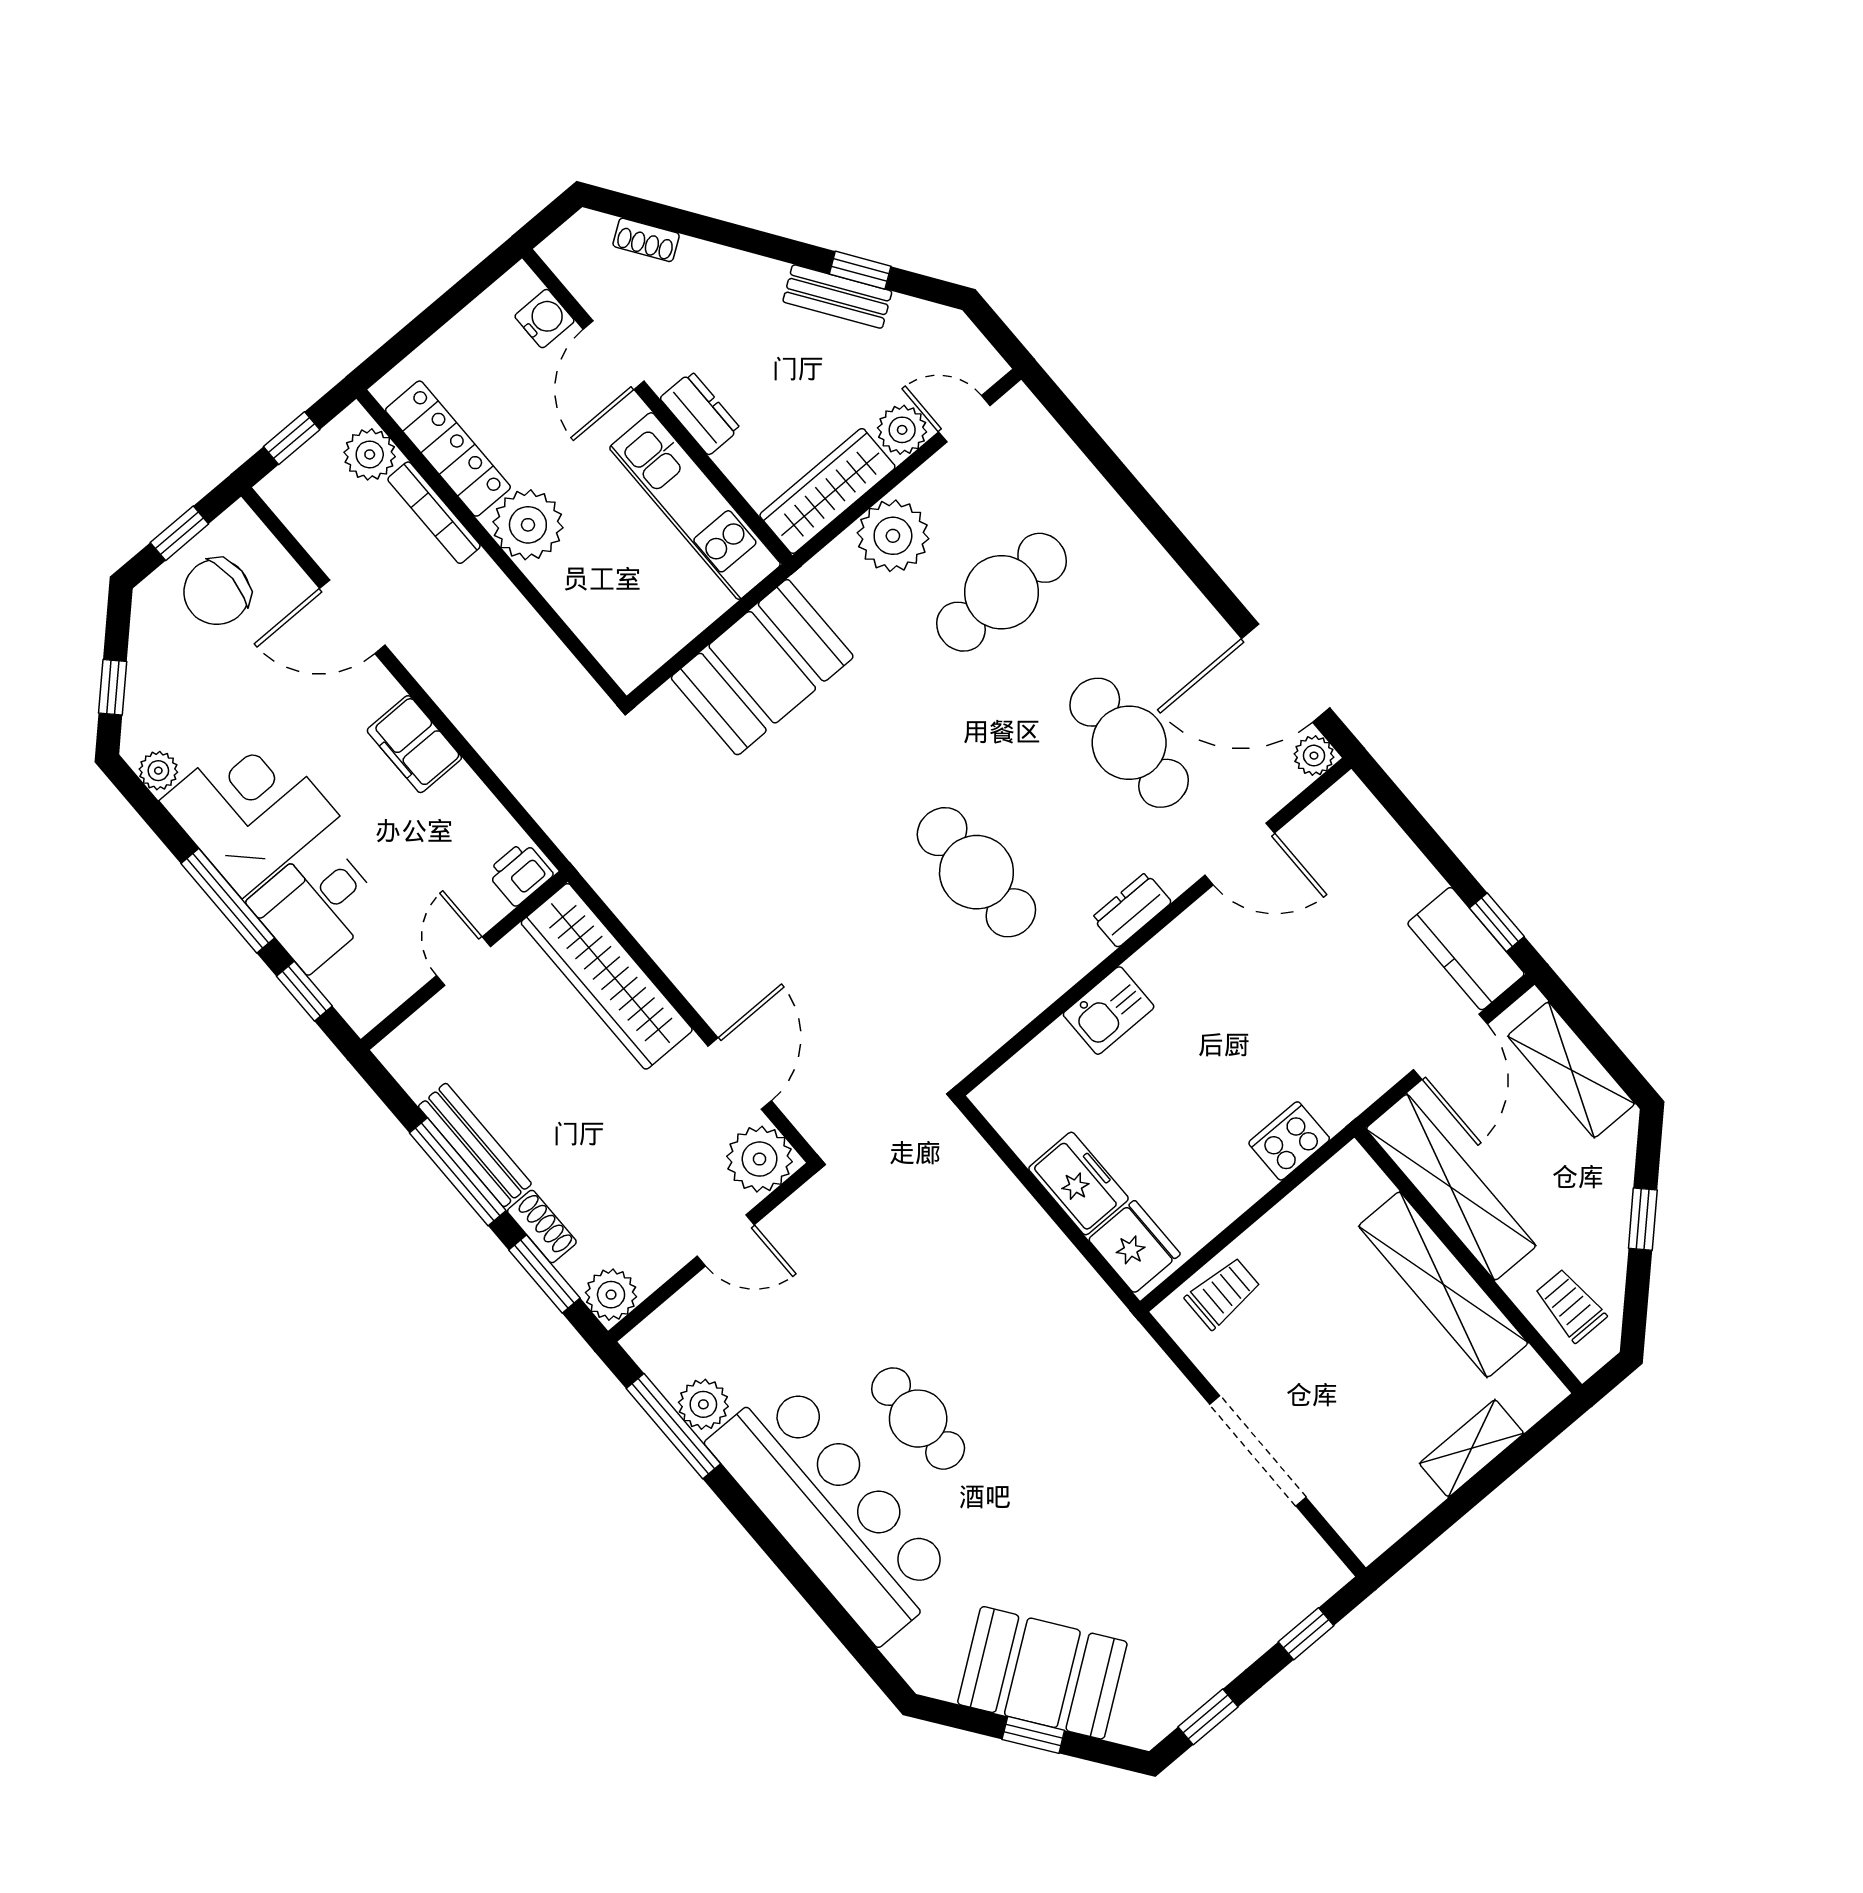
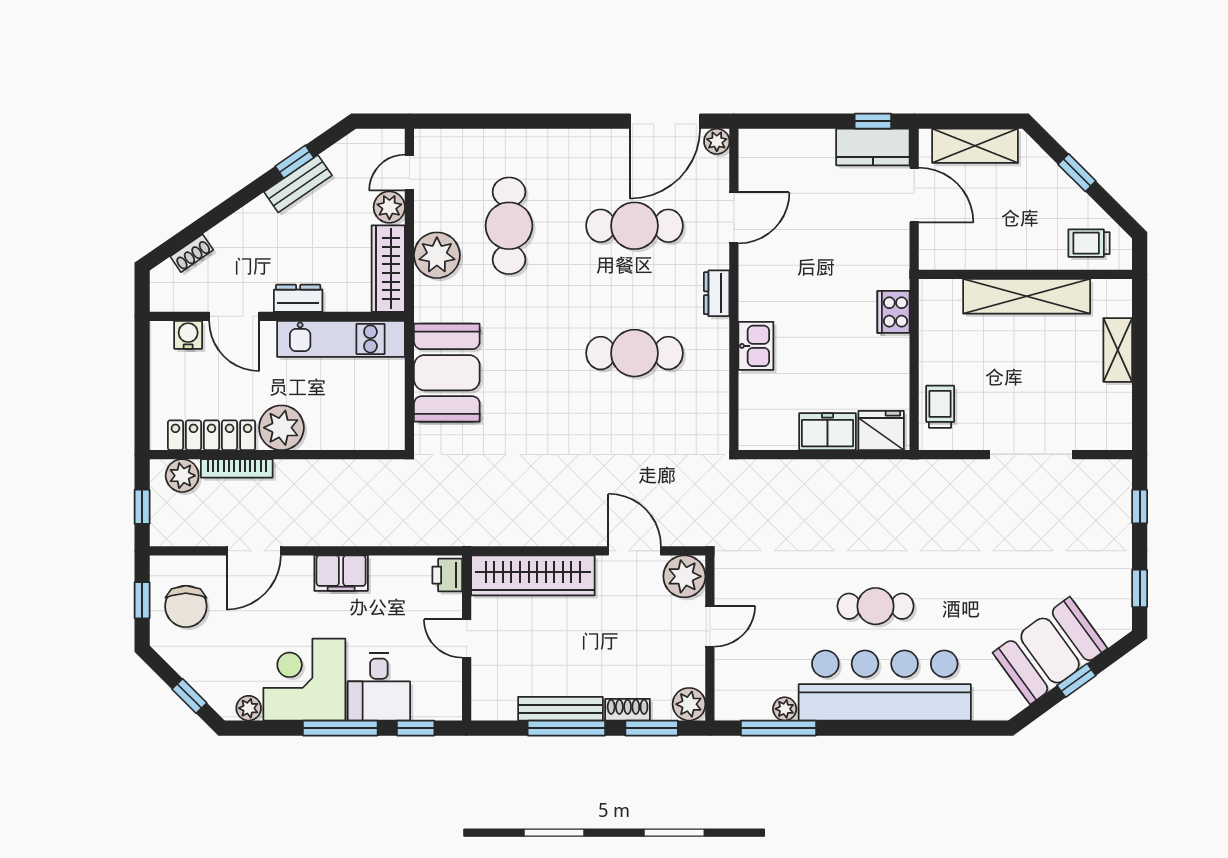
shelving: (1451, 1187) -> (983, 252), removed
plant: (703, 1404) -> (785, 709), width x0.73, depth x0.73

